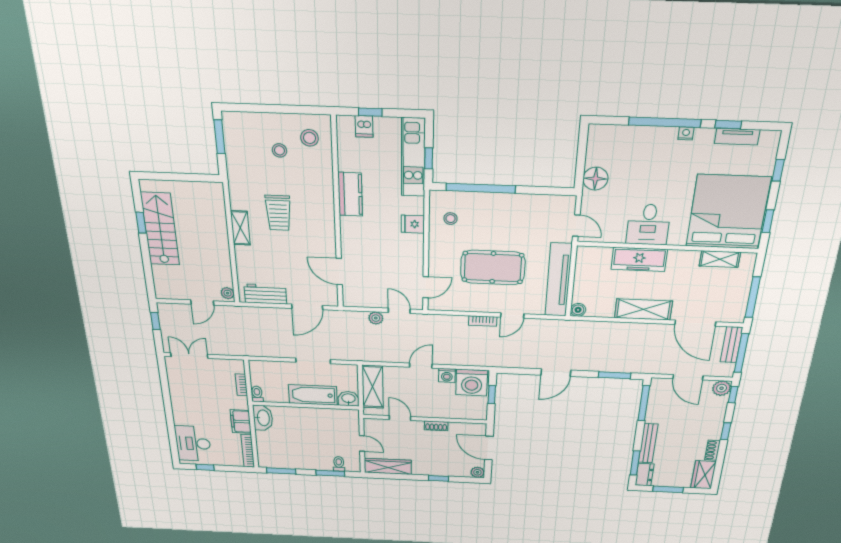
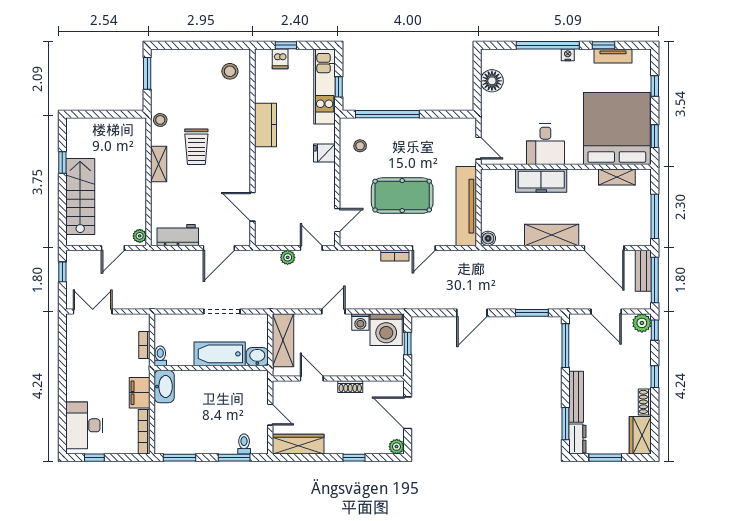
stool: (279, 150) -> (160, 120), moved
floor lamp: (595, 179) -> (492, 81), moved
stairs: (160, 229) -> (80, 197), moved

